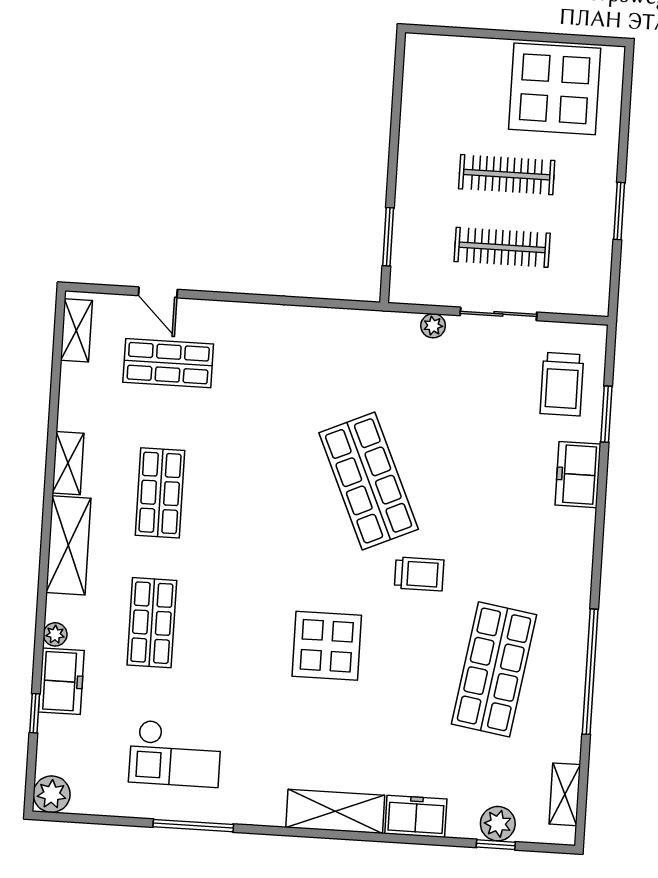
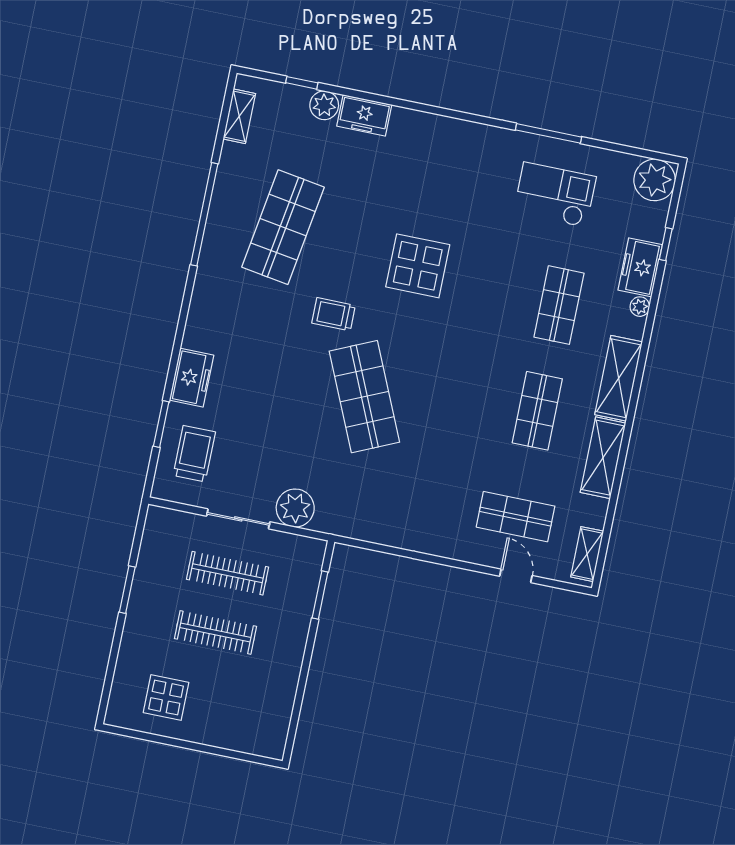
display table: (555, 89) -> (166, 697), width x0.54, depth x0.54
plant: (433, 326) -> (295, 508), width x1.87, depth x1.87
shelving: (68, 463) -> (603, 458), width x1.50, depth x1.33
plant: (52, 794) -> (655, 180), width x1.36, depth x1.36
shelving: (335, 811) -> (430, 129), removed
plant: (498, 824) -> (324, 105), moved

